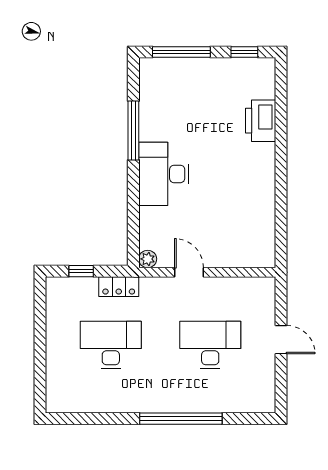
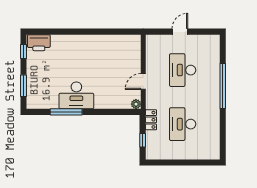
window: (181, 52) -> (24, 86), width x0.69
printer: (261, 121) -> (39, 43), moved
desk: (164, 174) -> (76, 95), moved

